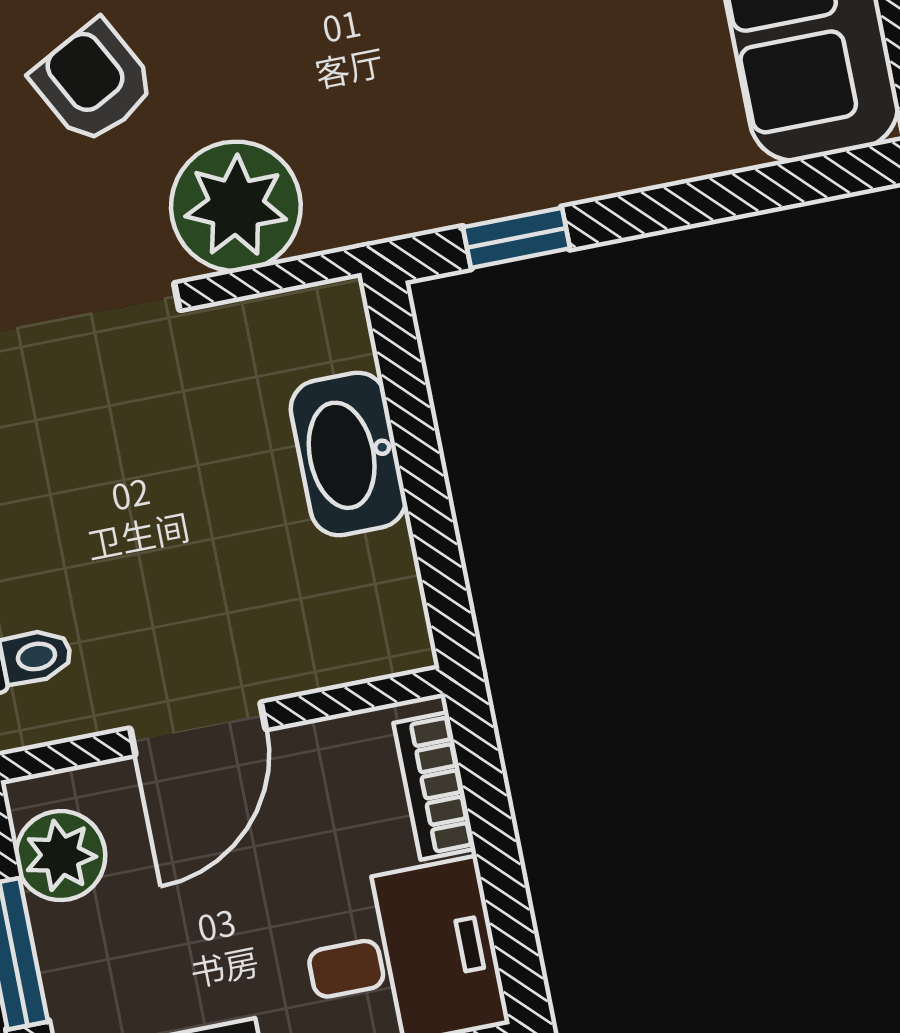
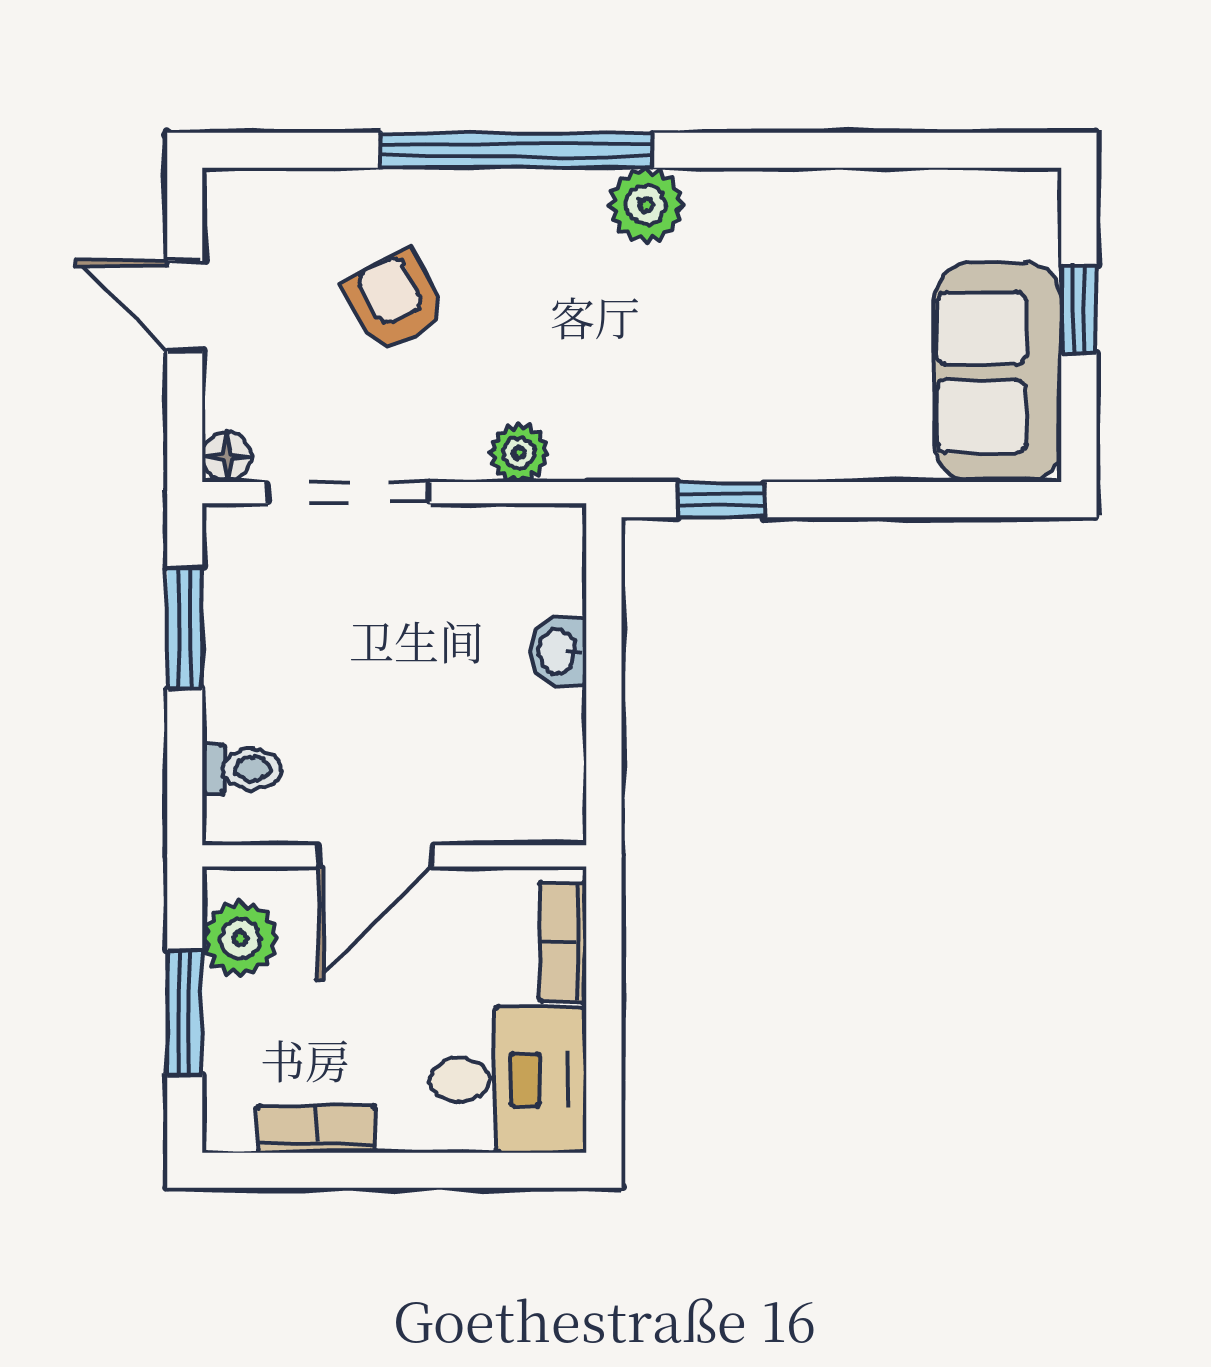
plant: (236, 206) -> (519, 453), width x0.53, depth x0.53
washbasin: (348, 454) -> (558, 652), width x0.52, depth x0.69

